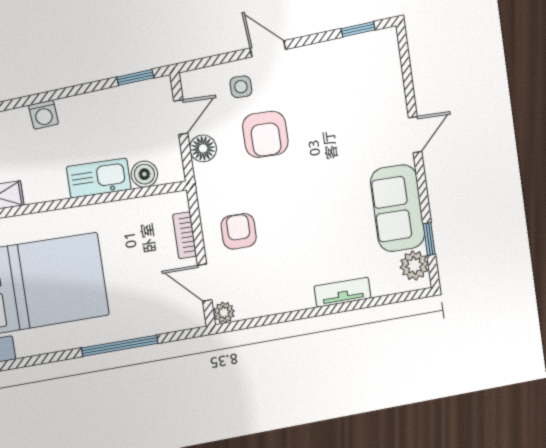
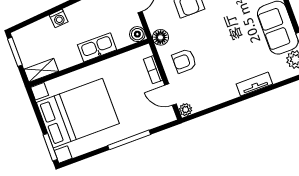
floor lamp: (203, 148) -> (160, 37), moved
boiler: (144, 174) -> (137, 34), moved
armchair: (239, 231) -> (184, 61), turned -90

